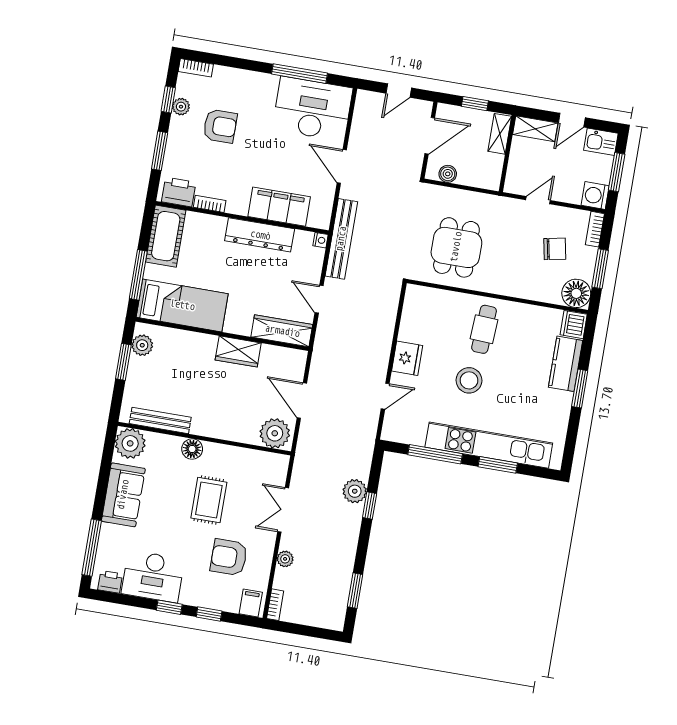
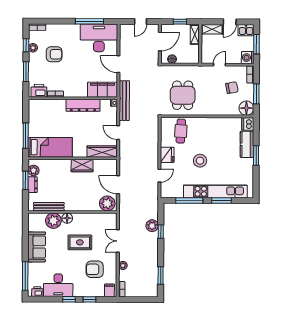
filing cabinet: (279, 207) -> (103, 90), moved
cot: (166, 236) -> (36, 114), removed
cafe table: (484, 329) -> (181, 131), moved
dresser: (136, 373) -> (33, 185), added
plant: (130, 443) -> (53, 221), moved
rug: (209, 500) -> (80, 242), turned 90

